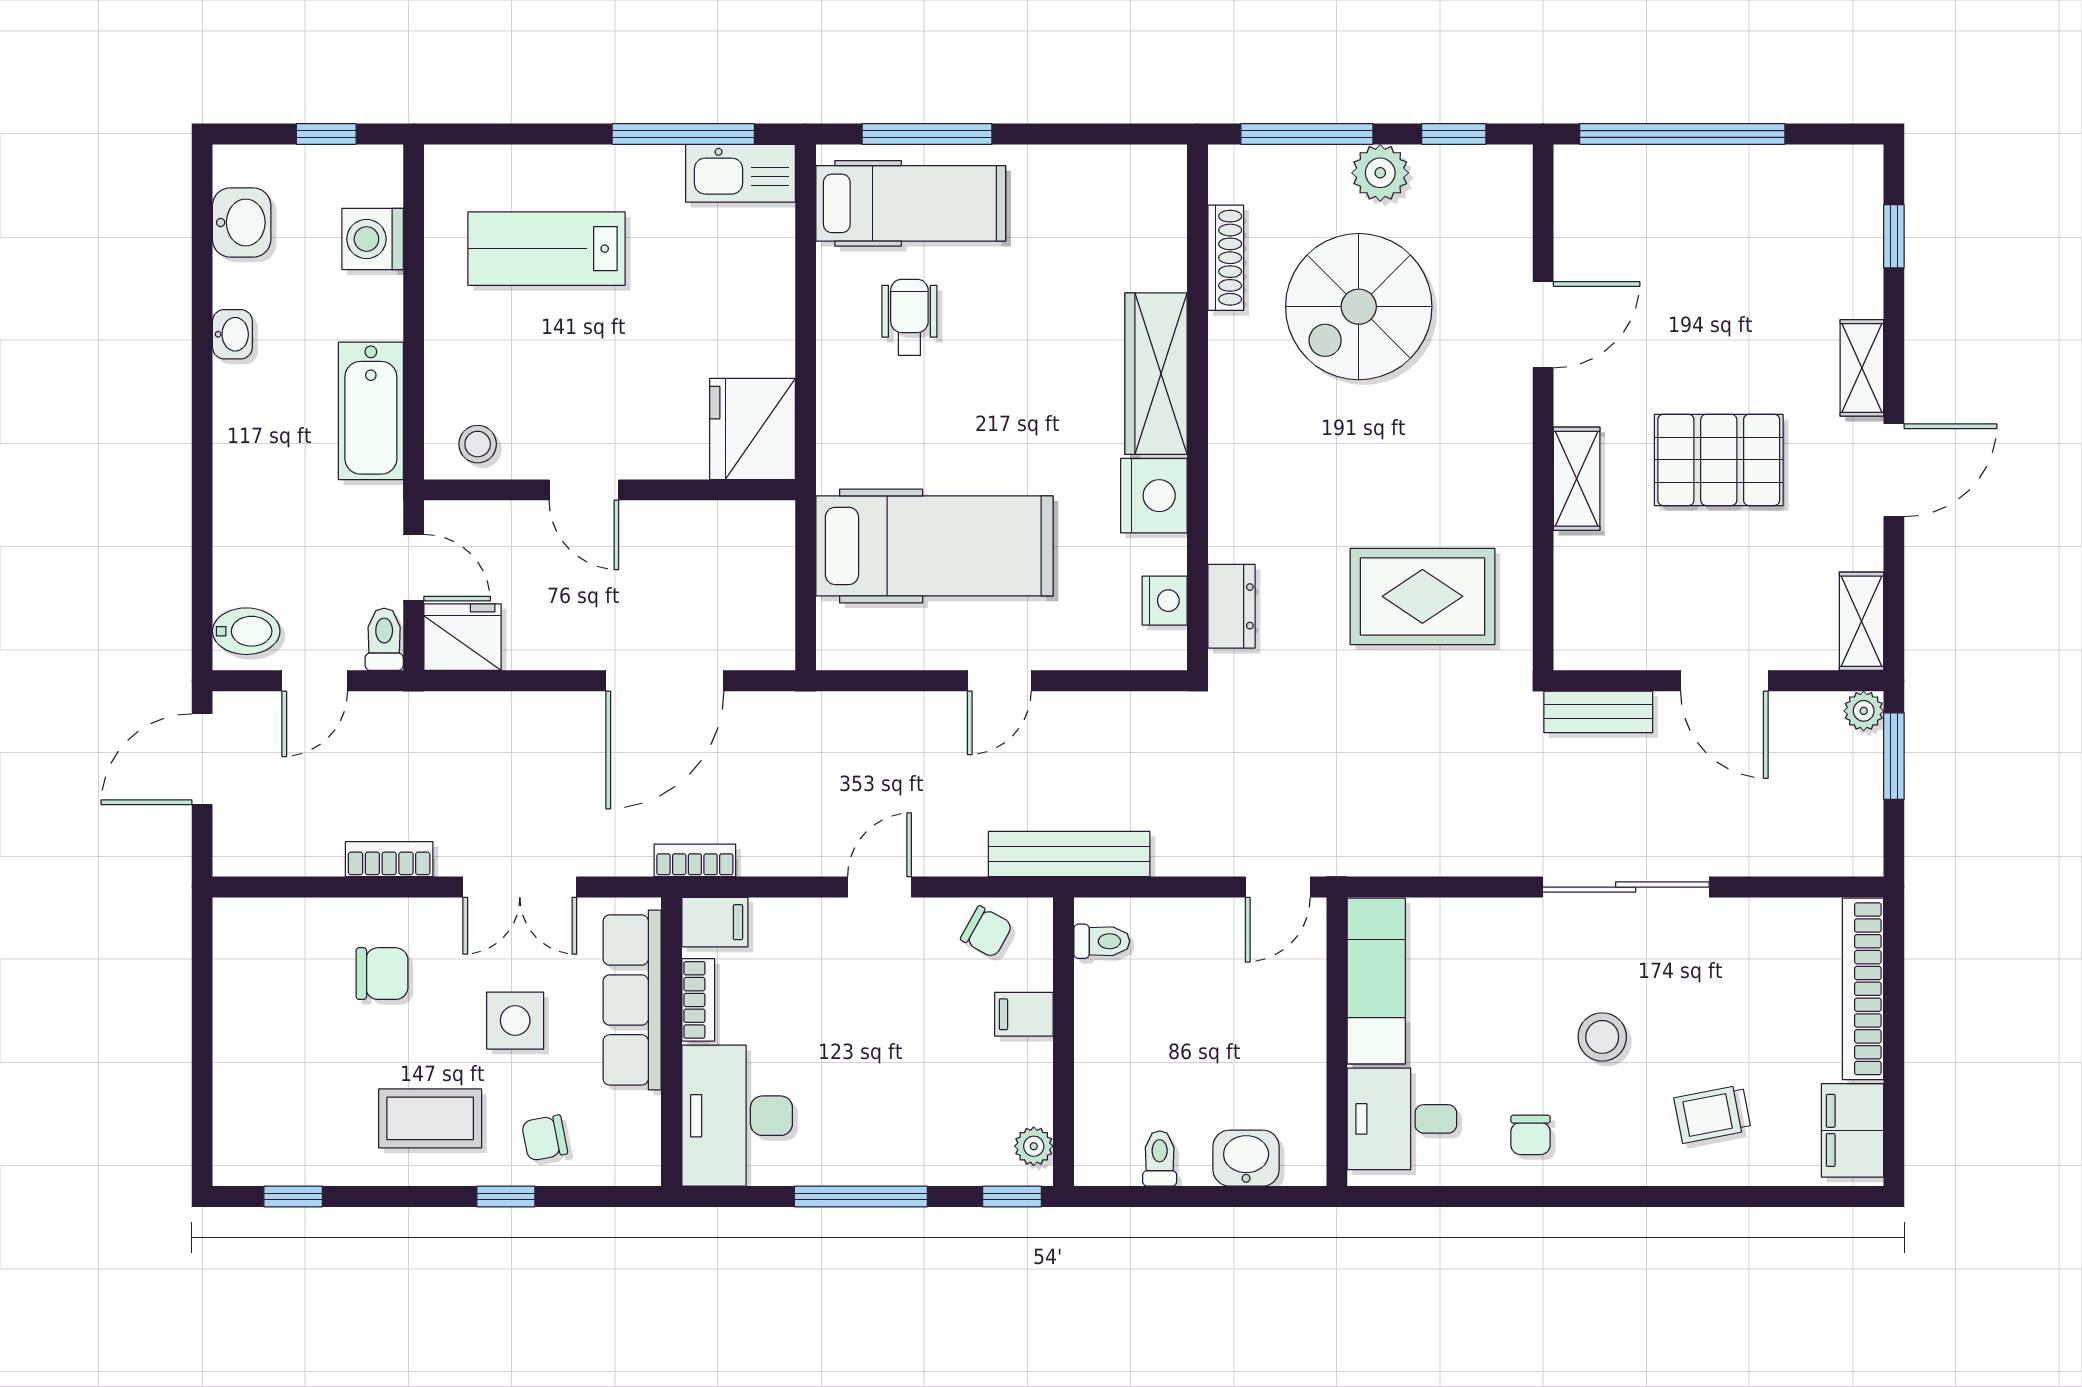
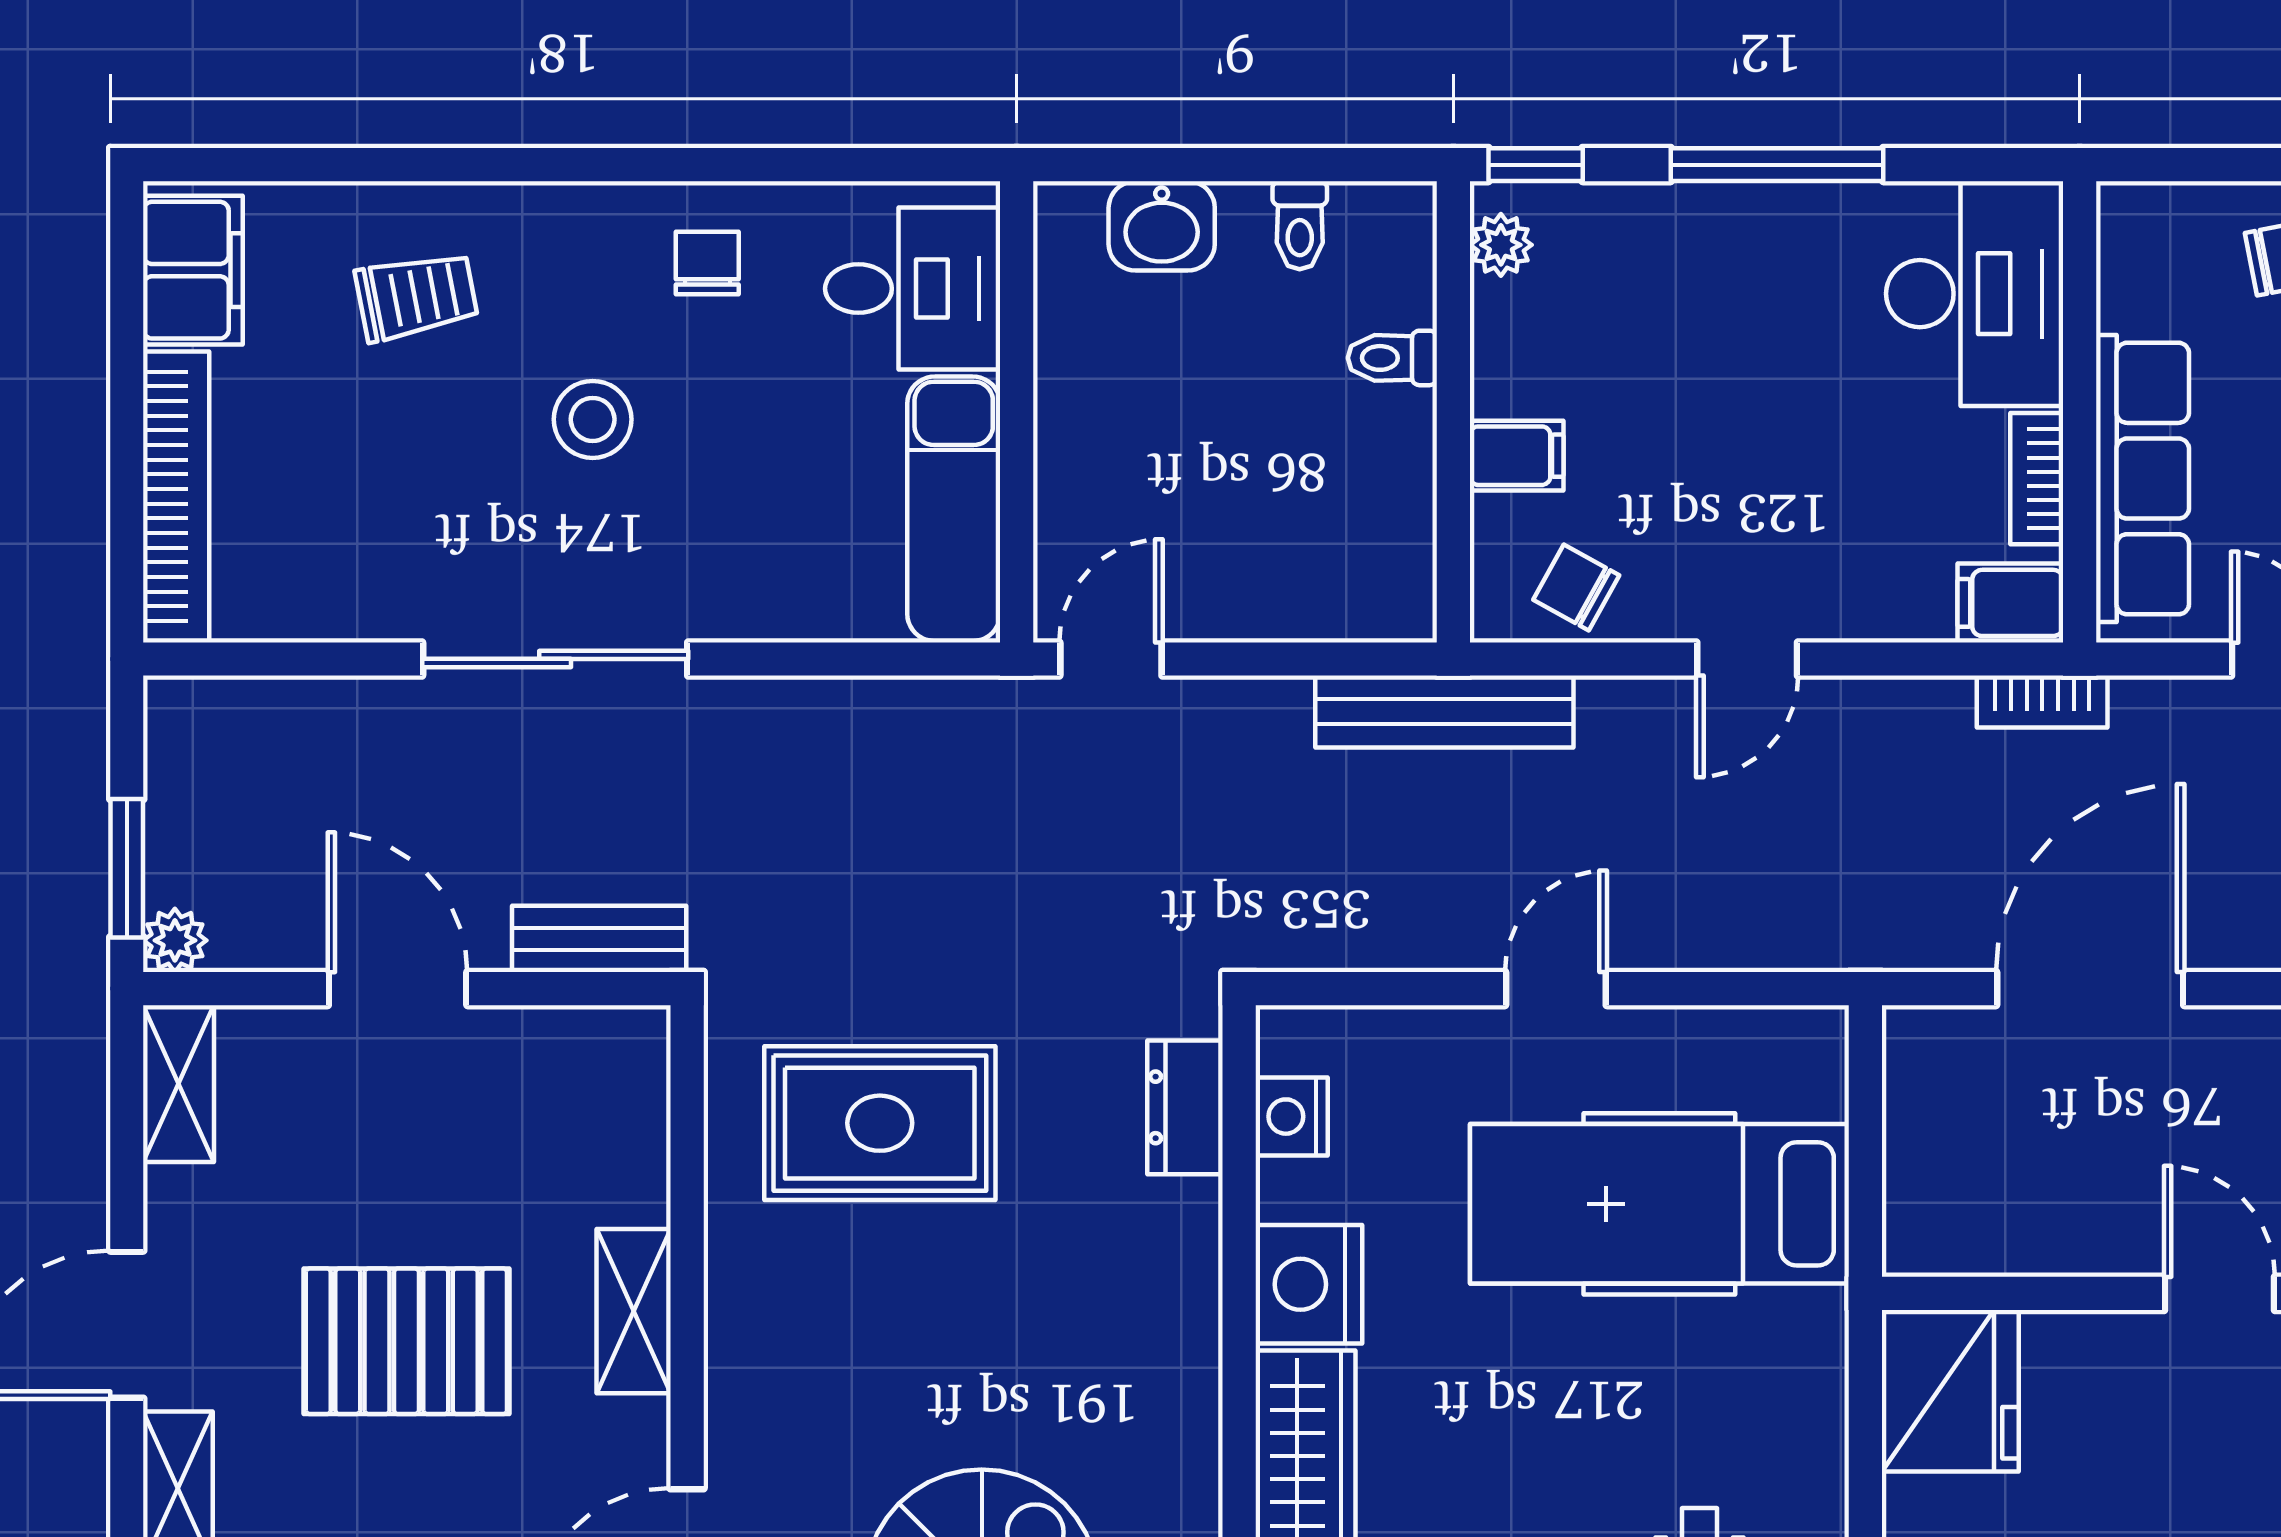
toilet: (1102, 941) -> (1392, 358), moved

